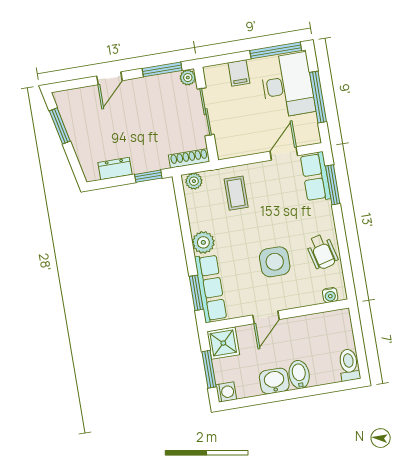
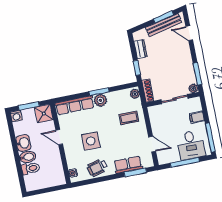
door: (109, 78) -> (189, 33), moved
desk: (288, 85) -> (191, 145), width x0.73
bench: (74, 126) -> (164, 25), added
row of seats: (315, 177) -> (128, 165), moved
window: (196, 293) -> (99, 92), moved
toilet: (349, 365) -> (31, 168), moved

